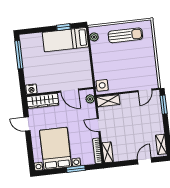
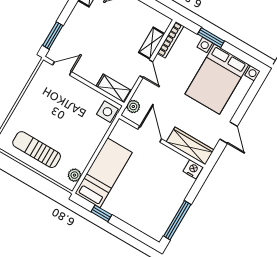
bed: (65, 40) -> (104, 173), moved, turned -90
shelving: (107, 152) -> (152, 43), moved

